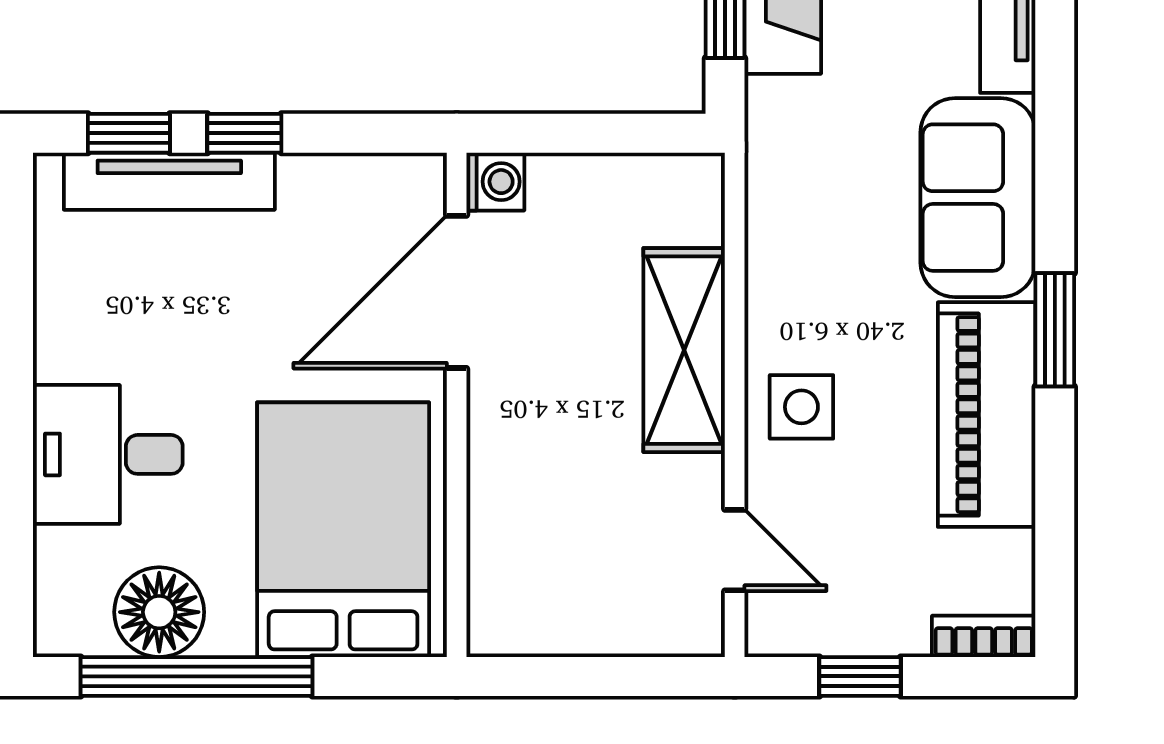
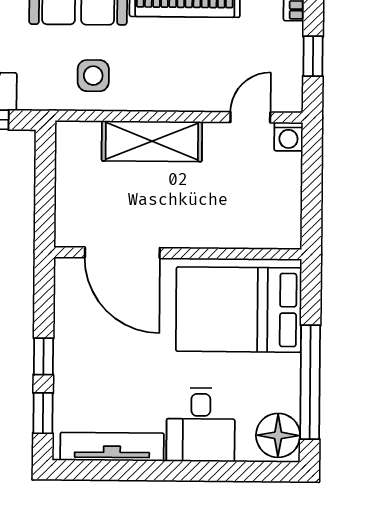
tv unit: (169, 181) -> (112, 447), moved, turned -90
washing machine: (495, 182) -> (288, 137), moved, turned 180
side table: (801, 407) -> (93, 76), moved
floor lamp: (159, 612) -> (278, 435), moved

